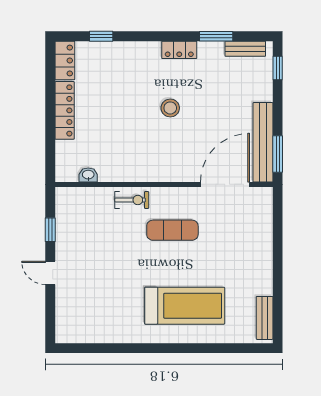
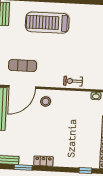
stool: (170, 108) -> (46, 101), moved
exercise mat: (172, 230) -> (23, 66), moved

